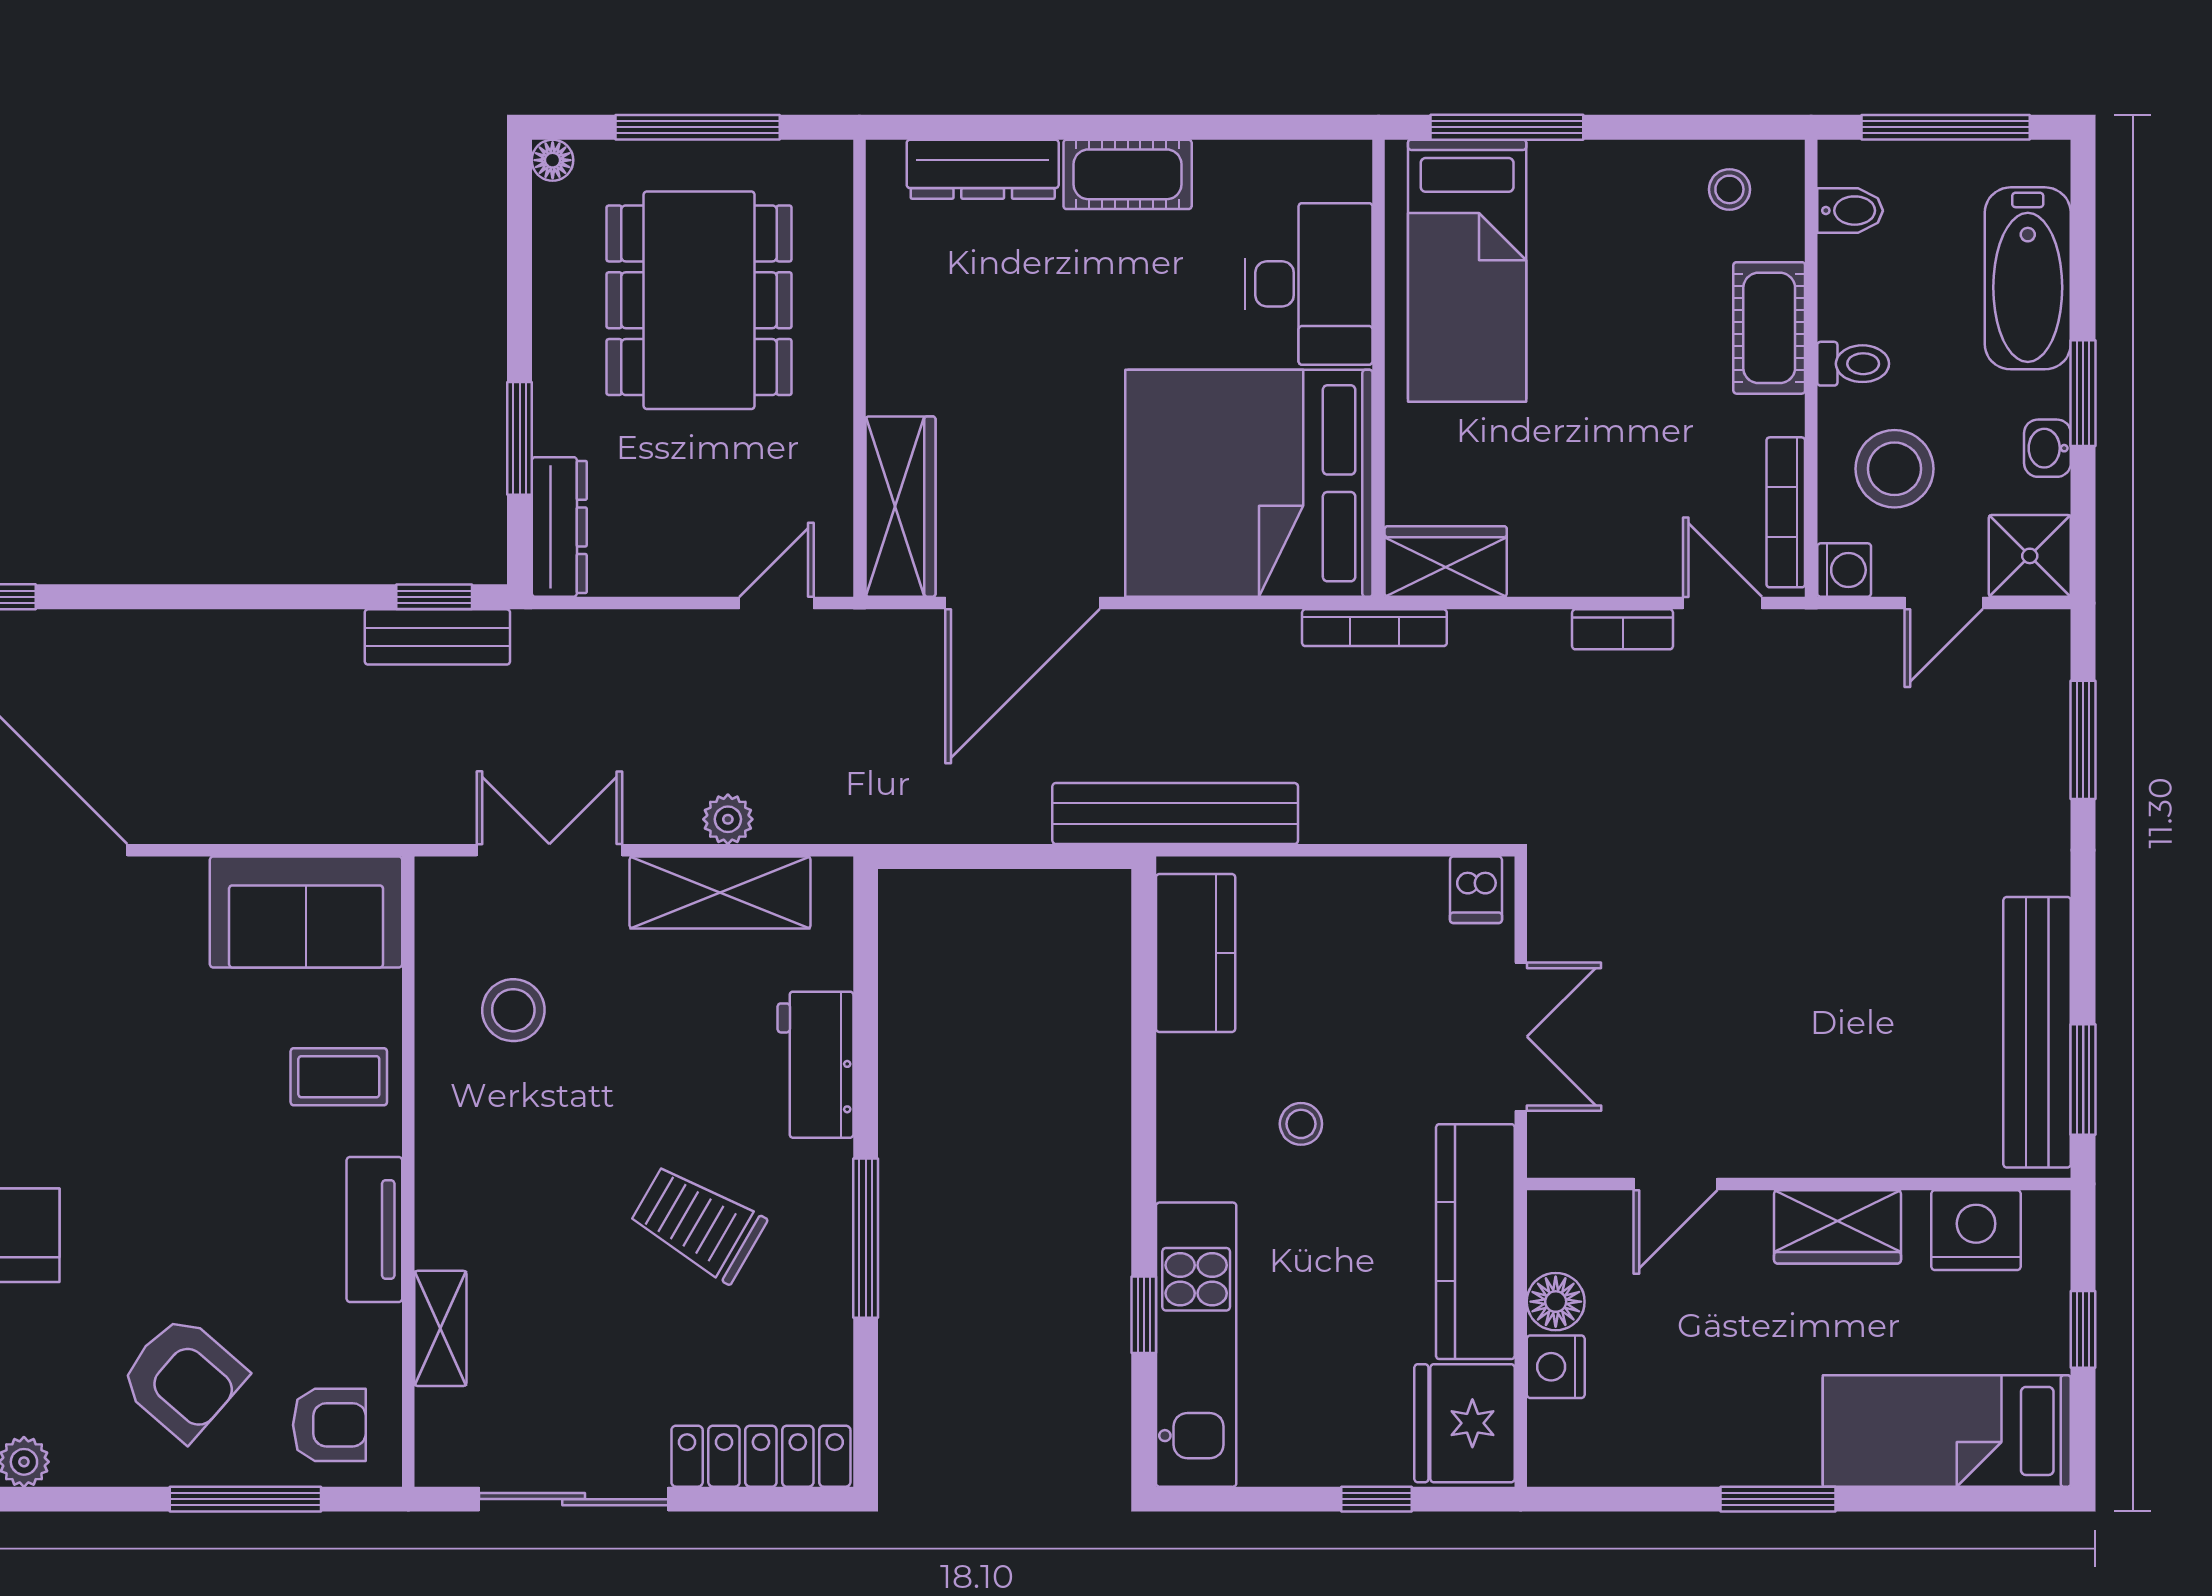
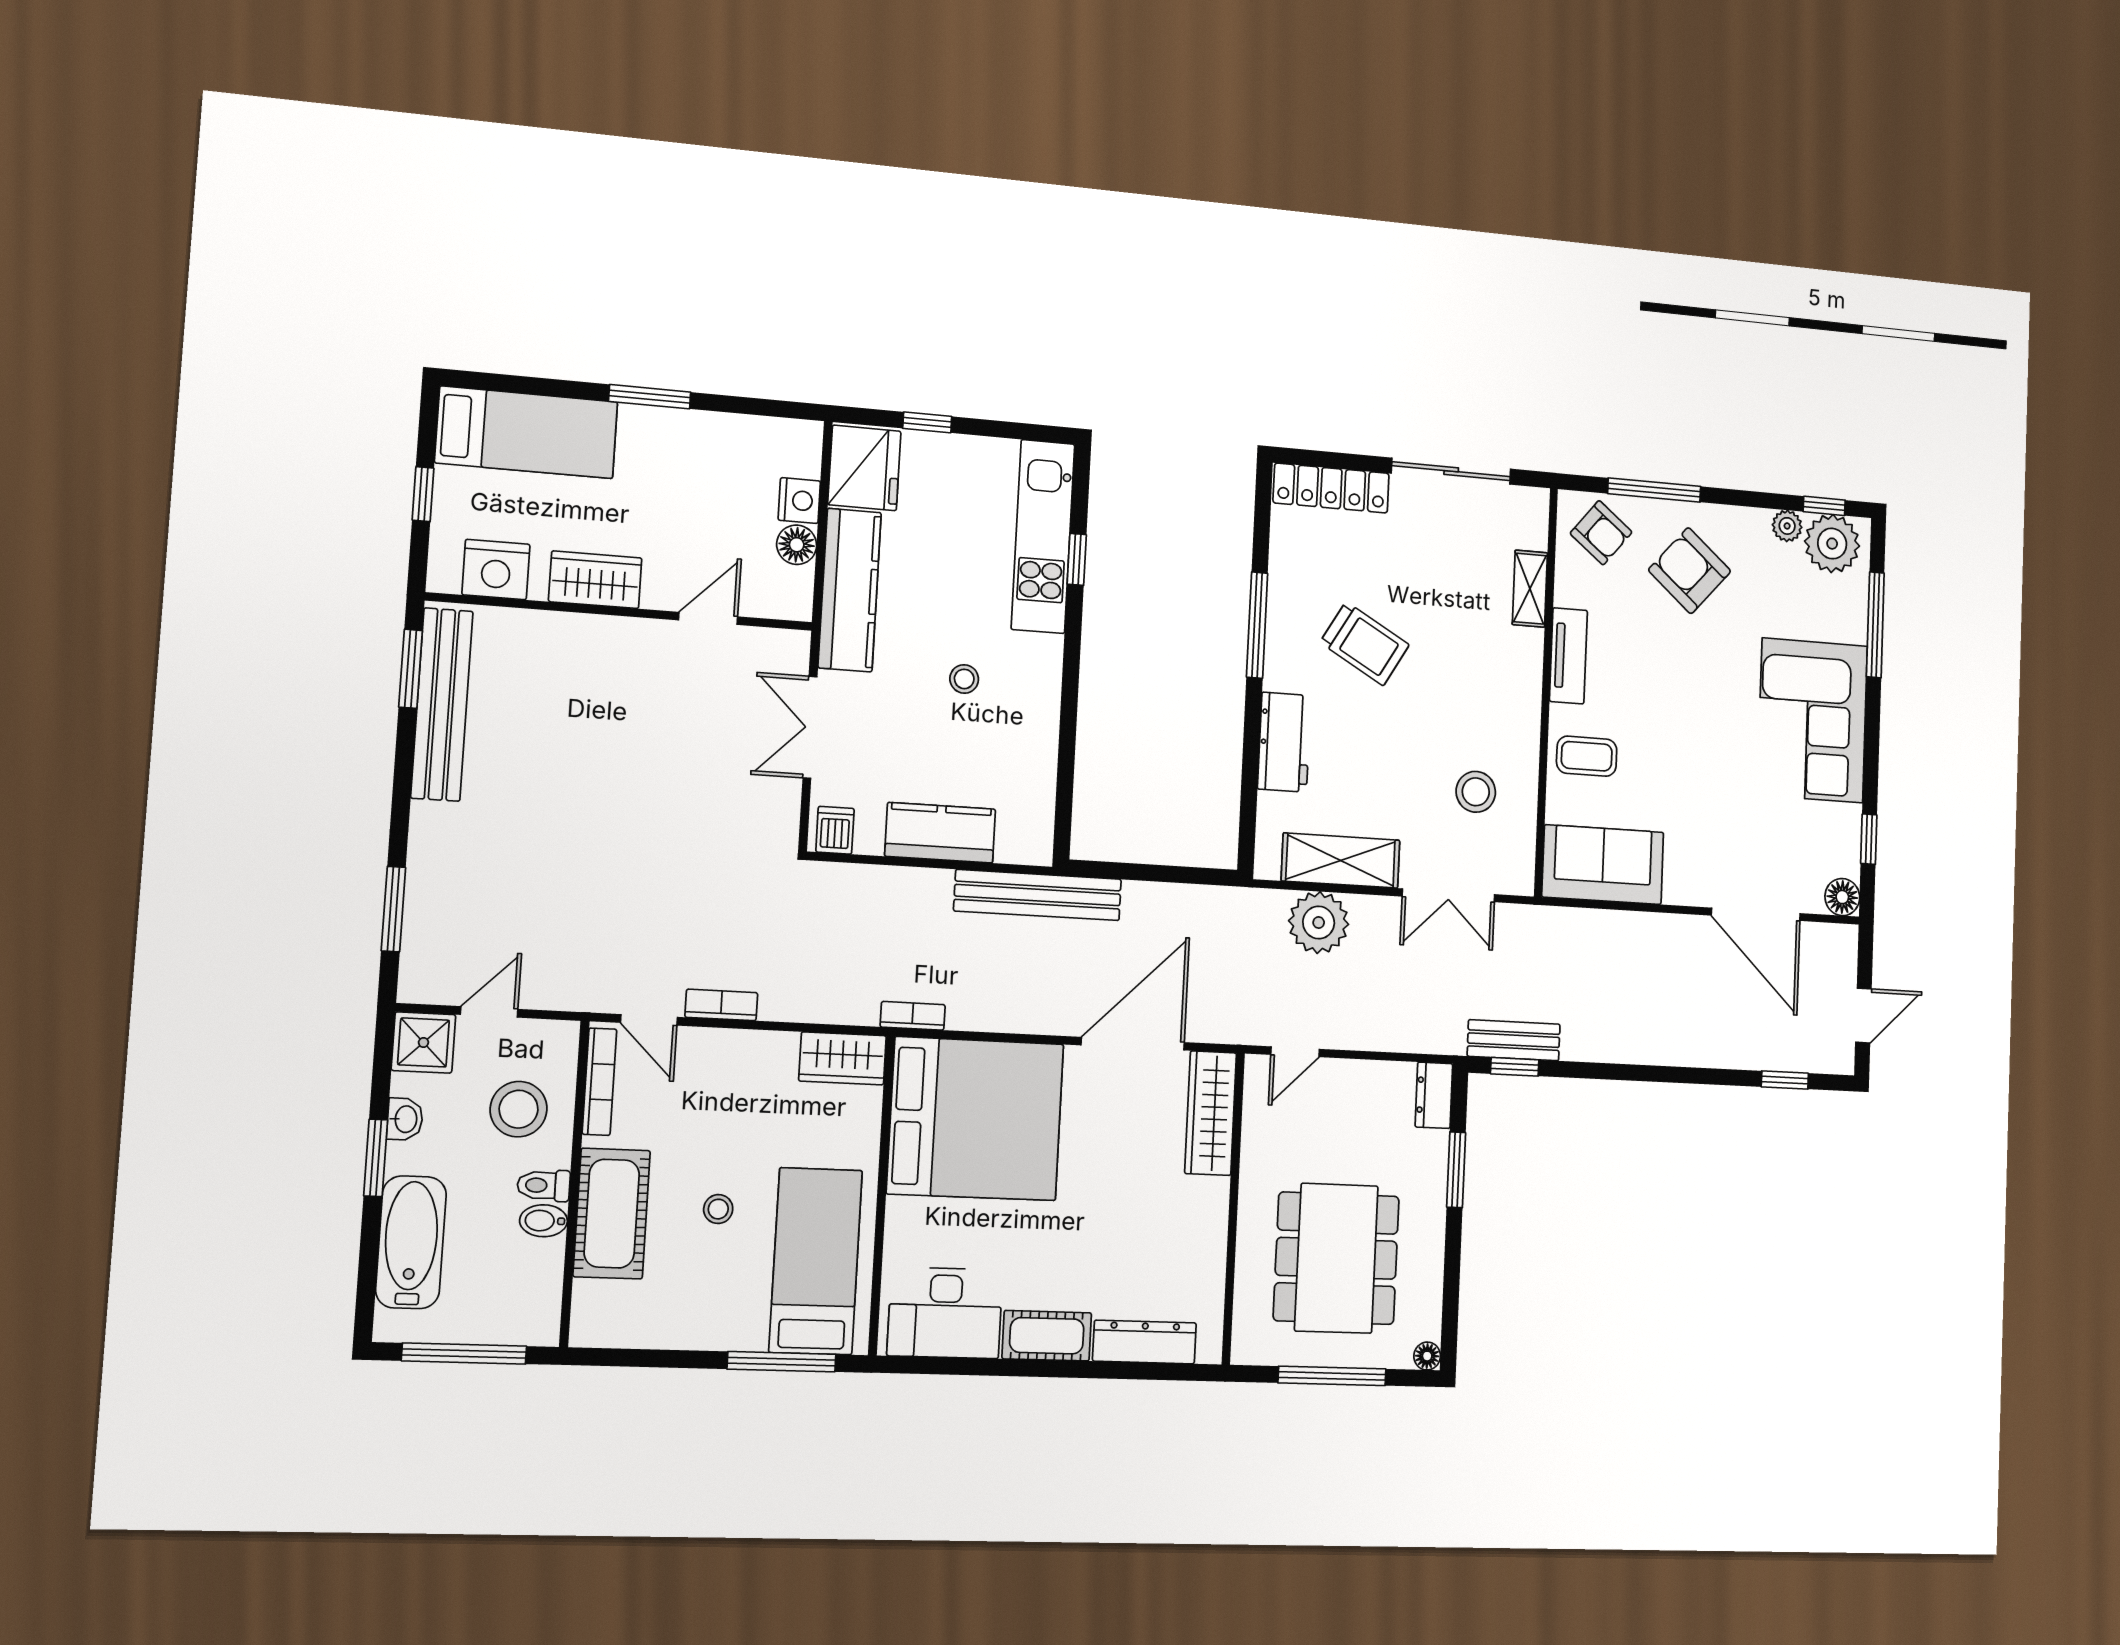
stool: (1729, 189) -> (718, 1209), moved
bidet: (1850, 211) -> (543, 1221), moved
desk: (1309, 284) -> (945, 1313), moved, turned -90
cot: (1769, 328) -> (612, 1214), width x1.37, depth x1.34
dresser: (559, 527) -> (1434, 1095), width x0.70
washing machine: (1844, 570) -> (560, 1039), removed
bookcase: (1374, 628) -> (913, 1016), width x0.64
plant: (728, 819) -> (1319, 923), width x1.87, depth x1.87
kitchen counter: (1196, 953) -> (940, 833), moved, turned 90
armchair: (329, 1425) -> (1601, 533), turned -141

